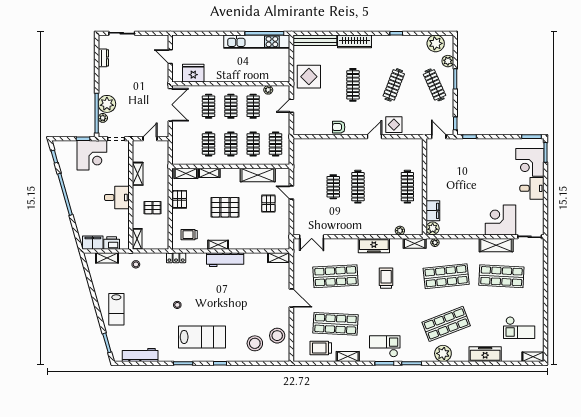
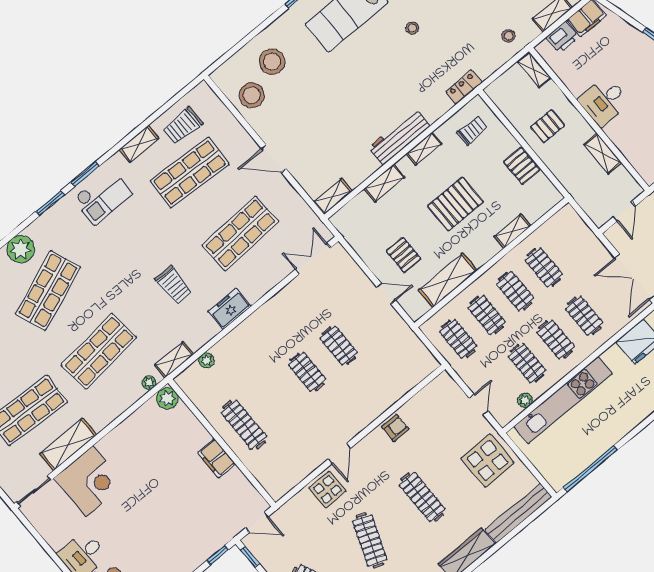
kitchen unit: (257, 42) -> (563, 400), moved, turned 180
shelving: (186, 173) -> (384, 183), moved
clothes rail: (358, 187) -> (307, 372), width x0.73
filing cabinet: (433, 211) -> (216, 458), moved
freezer: (374, 246) -> (230, 309), width x0.71
trolley: (321, 348) -> (183, 126), turned 180

